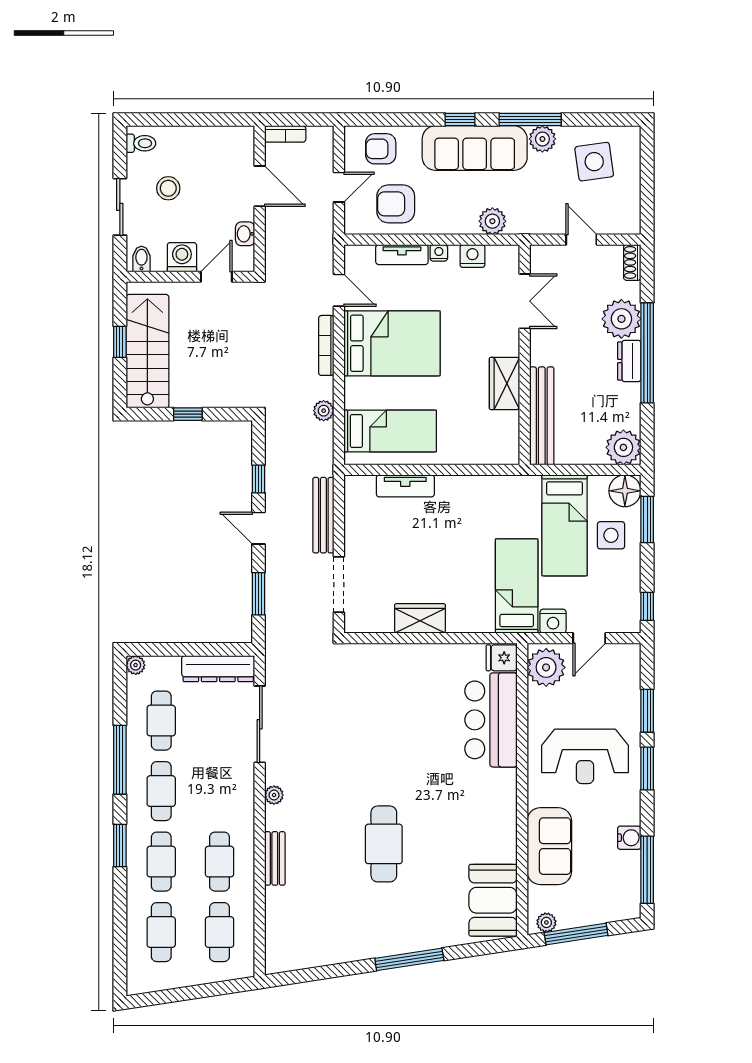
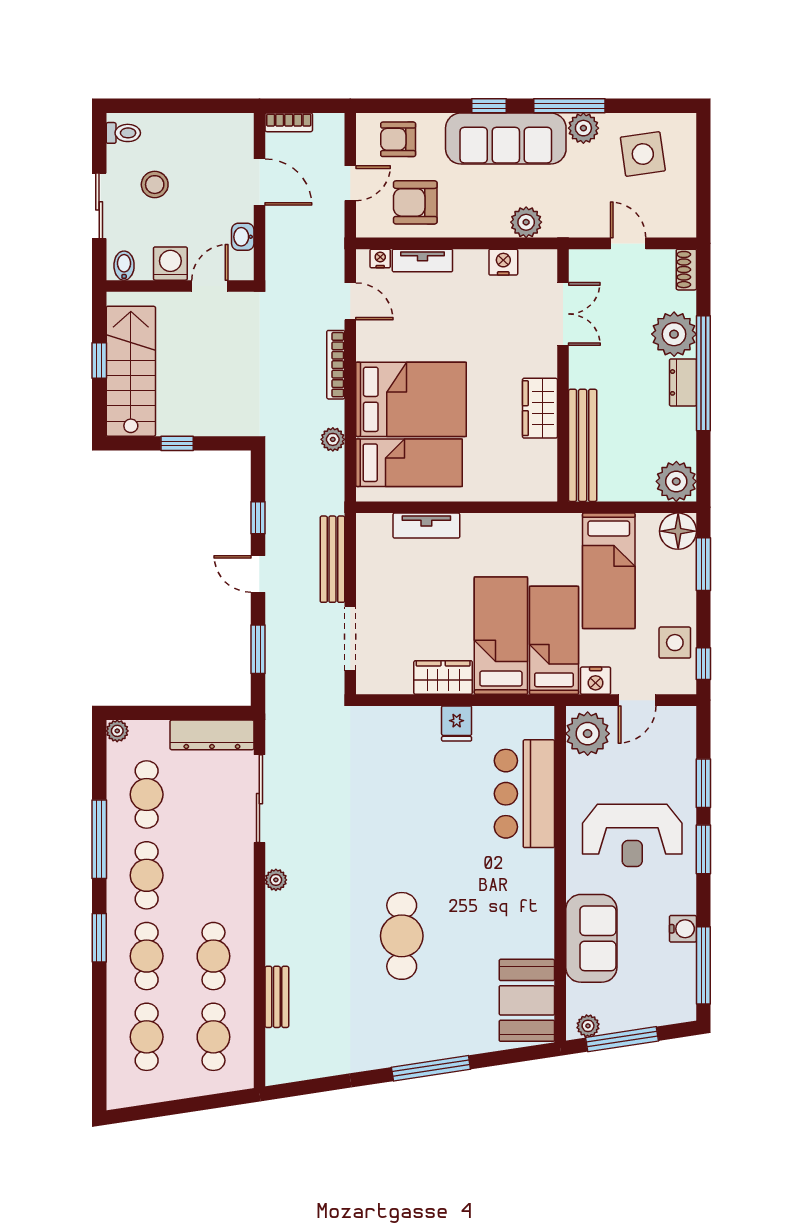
nightstand: (439, 253) -> (380, 258), moved
bed: (392, 343) -> (411, 399), moved
side table: (611, 535) -> (675, 643), moved
bed: (470, 582) -> (501, 636), added
fridge: (502, 658) -> (457, 723), moved, turned -90
bench: (275, 858) -> (277, 997), moved

